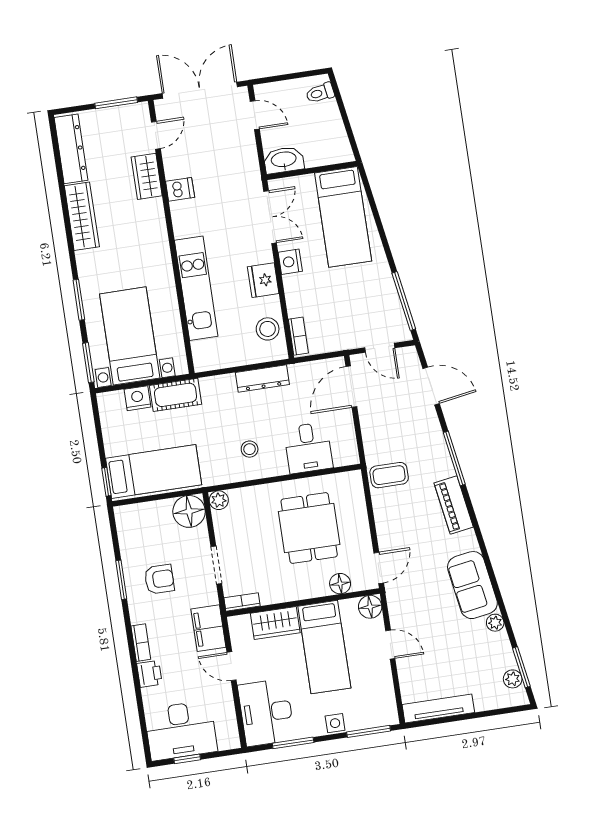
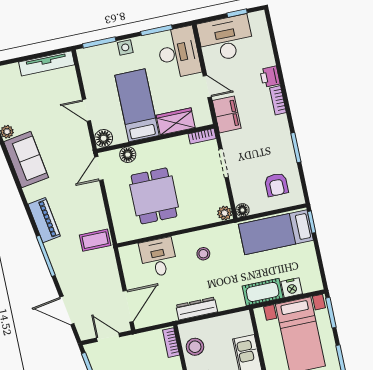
floor lamp: (189, 511) -> (242, 210), width x0.53, depth x0.53
armchair: (159, 579) -> (276, 185), moved, turned -90
desk: (181, 730) -> (226, 38), moved

